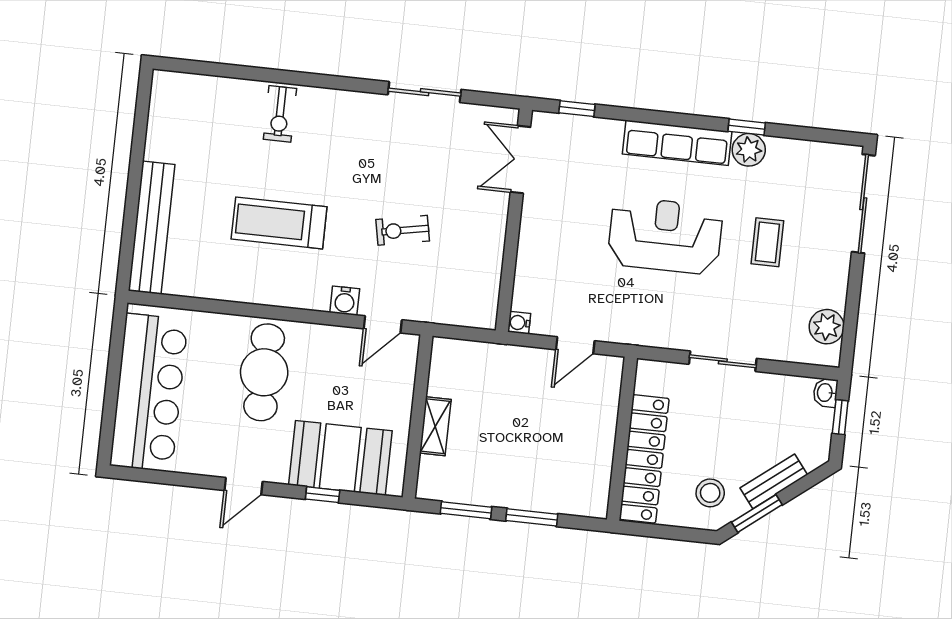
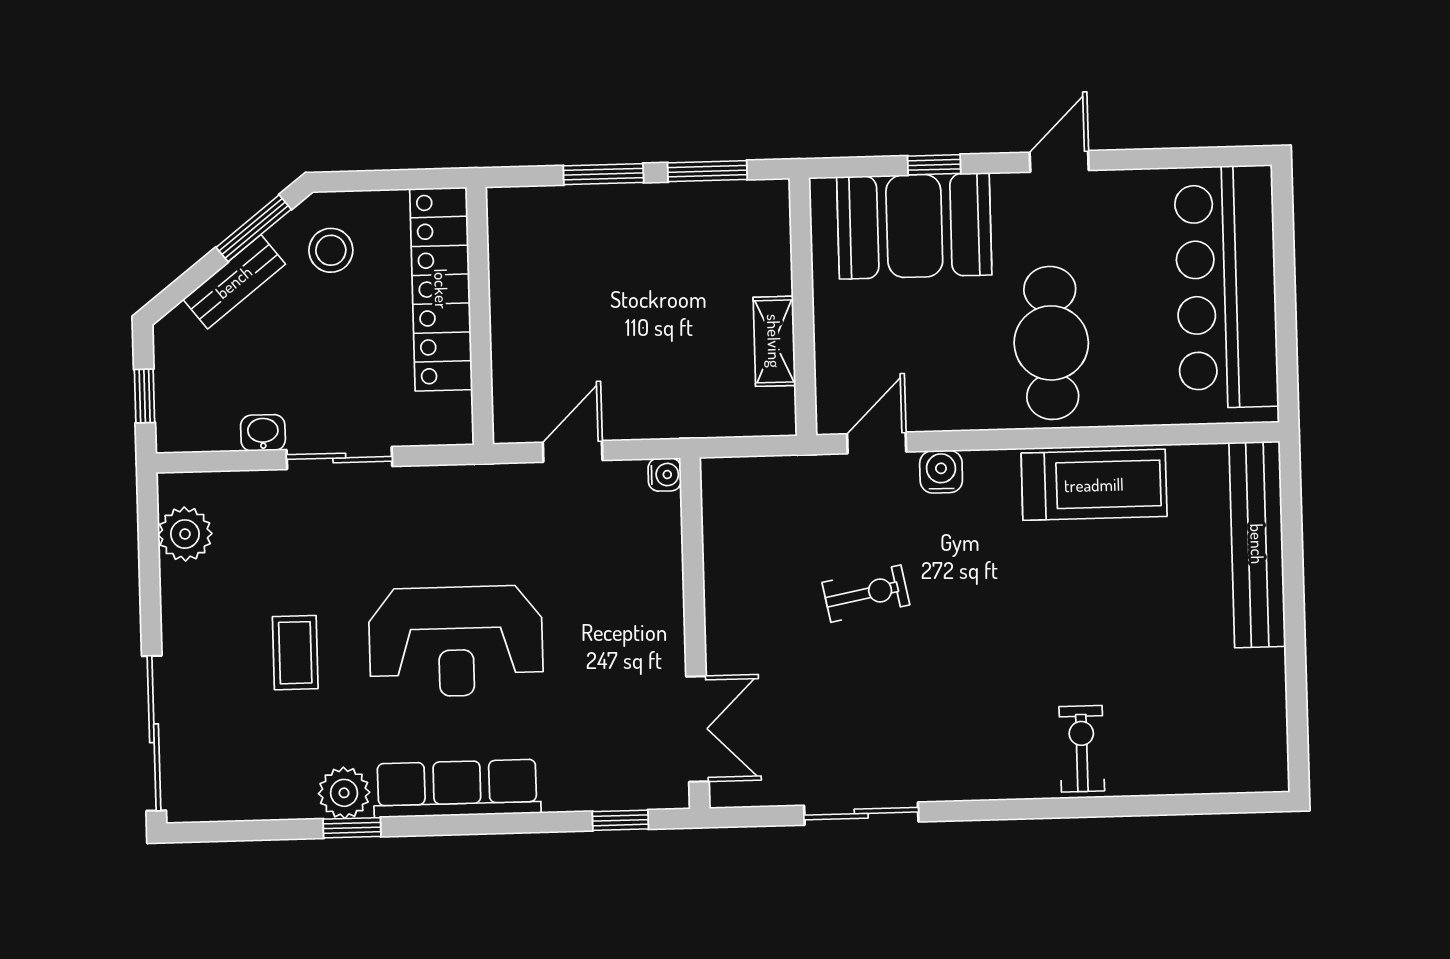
treadmill: (279, 223) -> (1094, 485), moved
washbasin: (825, 393) -> (263, 433), moved, turned -90
shelving: (435, 426) -> (774, 341), moved

